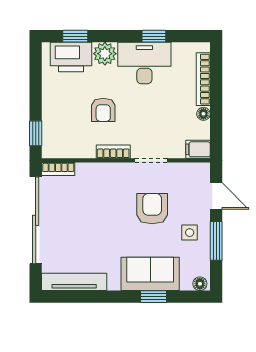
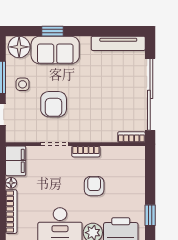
window: (36, 133) -> (150, 215), moved
filing cabinet: (198, 149) -> (16, 161), width x2.00
floor lamp: (200, 284) -> (19, 47), width x1.89, depth x1.89

